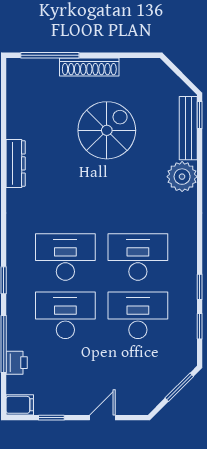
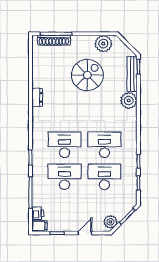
shoe rack: (89, 67) -> (54, 40), moved
plant: (136, 73) -> (103, 44), added
dresser: (16, 163) -> (37, 97), width x0.70
printer: (17, 363) -> (38, 213), moved
plant: (149, 397) -> (110, 222), added

